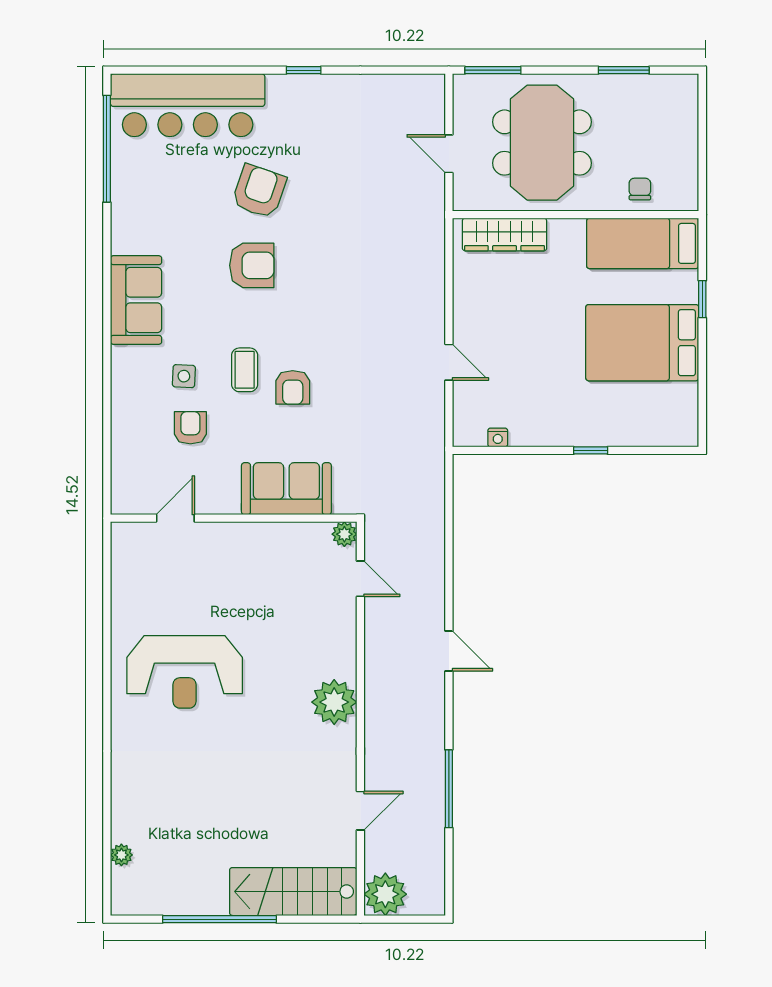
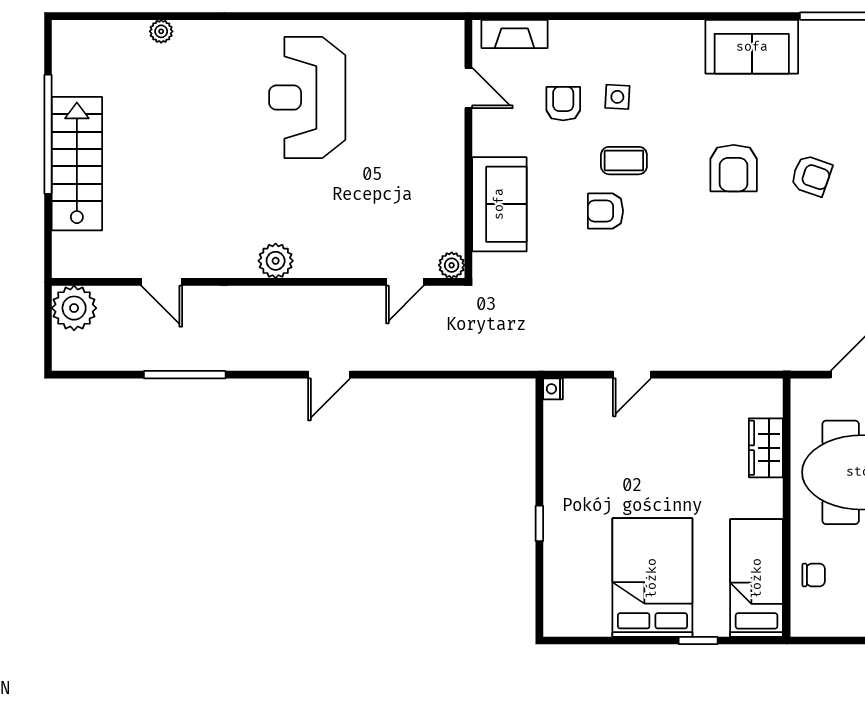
armchair: (259, 191) -> (811, 176), width x0.72, depth x0.72
wardrobe: (505, 234) -> (766, 448), width x0.67
sofa: (136, 300) -> (752, 47), moved
armchair: (190, 428) -> (563, 104), turned -90
nightstand: (498, 437) -> (553, 389), moved
fireplace: (124, 474) -> (515, 34), added
plant: (334, 702) -> (276, 261), width x0.73, depth x0.73
plant: (121, 855) -> (161, 31), moved
stairs: (293, 892) -> (77, 164), moved

